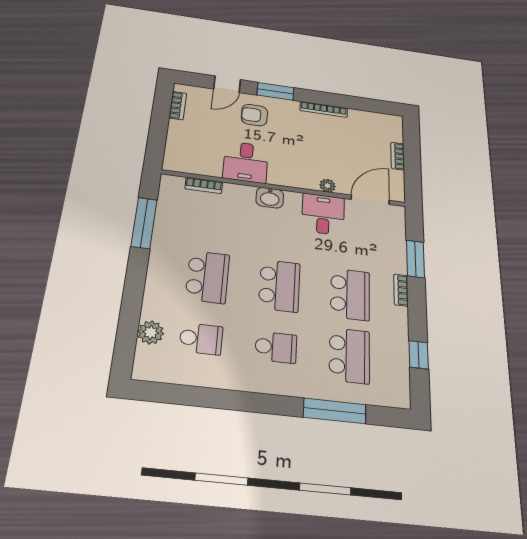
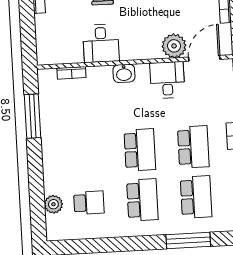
plant: (327, 186) -> (174, 46), width x1.87, depth x1.87
school desk: (208, 277) -> (86, 153), removed
school desk: (276, 347) -> (142, 200), width x1.85

